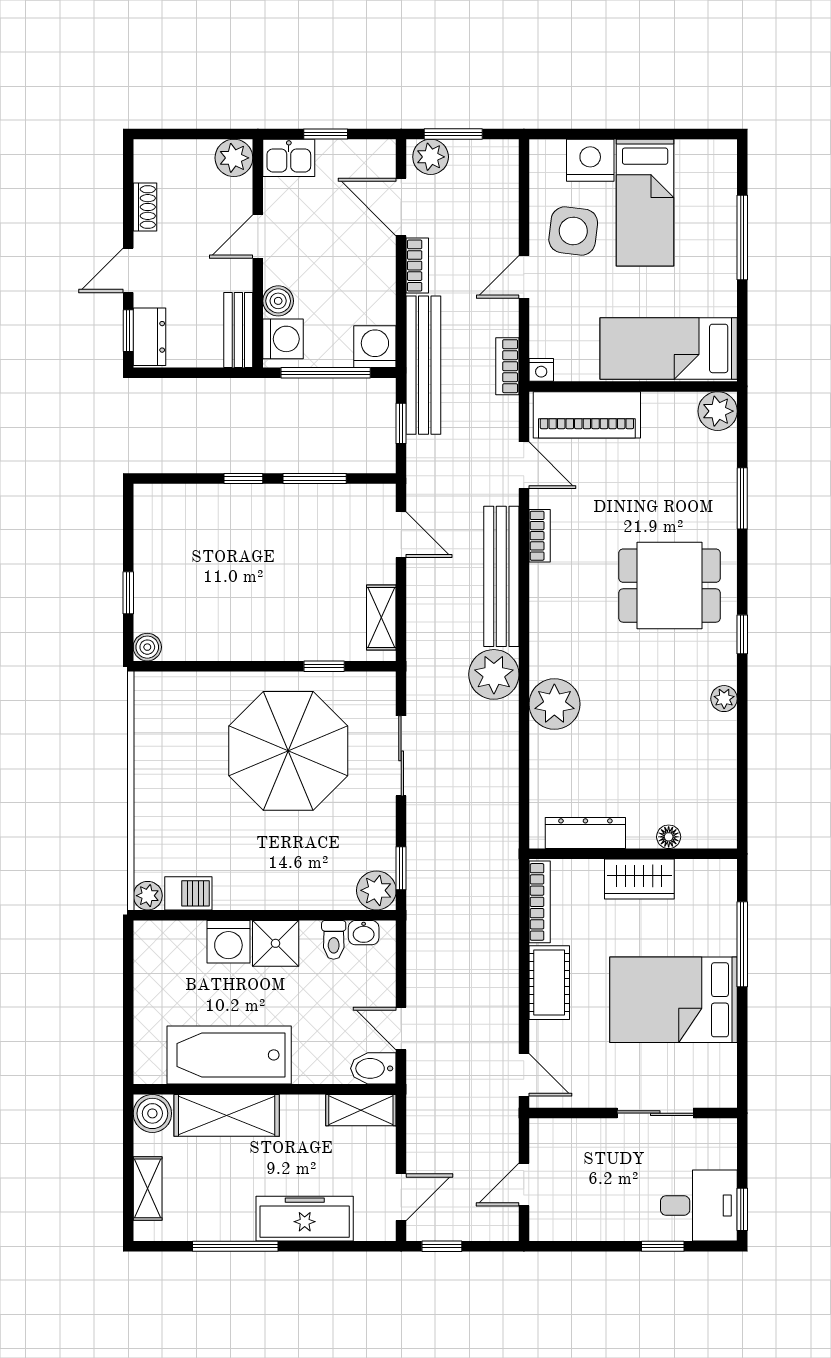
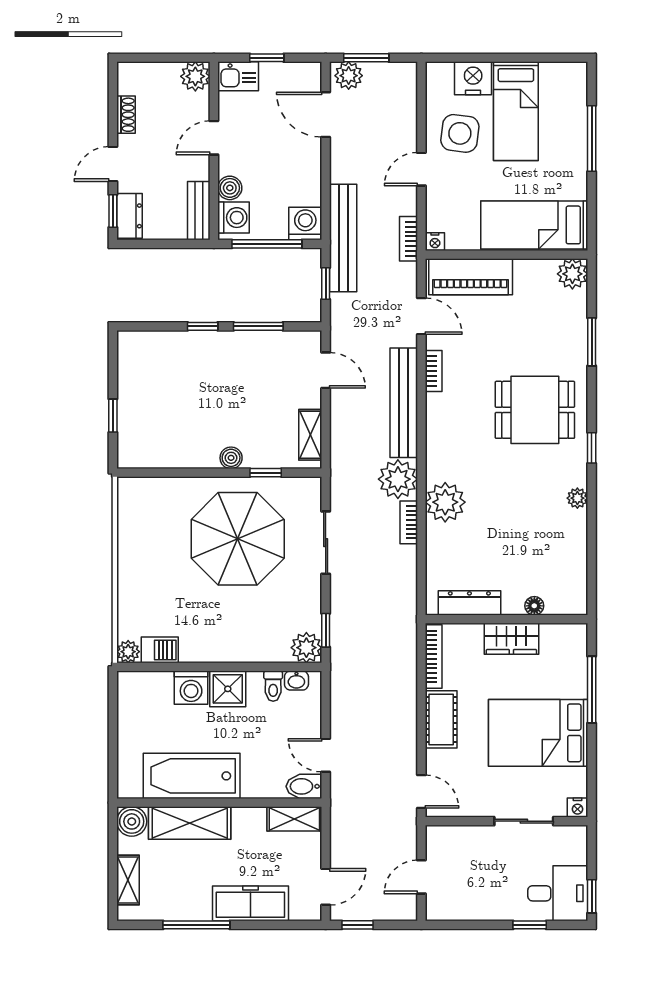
bookcase: (417, 266) -> (409, 522), moved, turned 180
boiler: (147, 647) -> (231, 458), moved
nightstand: (724, 1096) -> (578, 808), added

